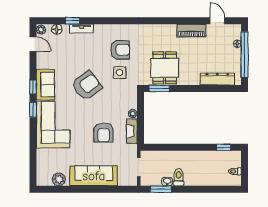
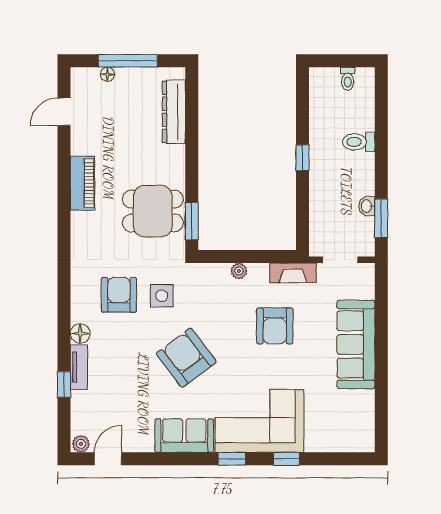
floor lamp: (57, 29) -> (80, 333), moved
piano: (191, 30) -> (83, 183), moved
window: (244, 55) -> (128, 61), width x0.68
window: (33, 87) -> (286, 459), moved
fireplace: (132, 131) -> (293, 273), moved
armchair: (104, 133) -> (275, 326), turned 90
window: (223, 147) -> (302, 158), moved
toilet: (179, 177) -> (359, 142), moved
plant: (59, 179) -> (363, 410), removed

